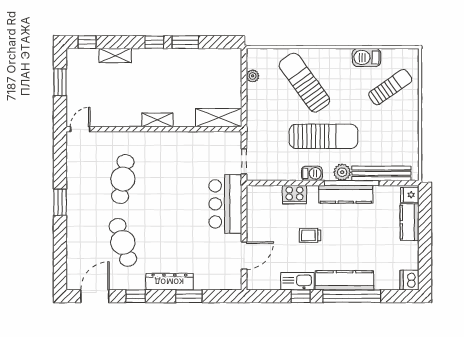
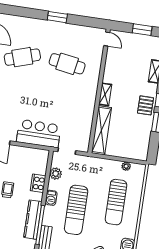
pallet: (164, 62) -> (146, 105), added
sun lounger: (304, 83) -> (116, 202), turned 126
shelving: (219, 118) -> (101, 130), width x1.47
plant: (342, 172) -> (56, 174), moved

